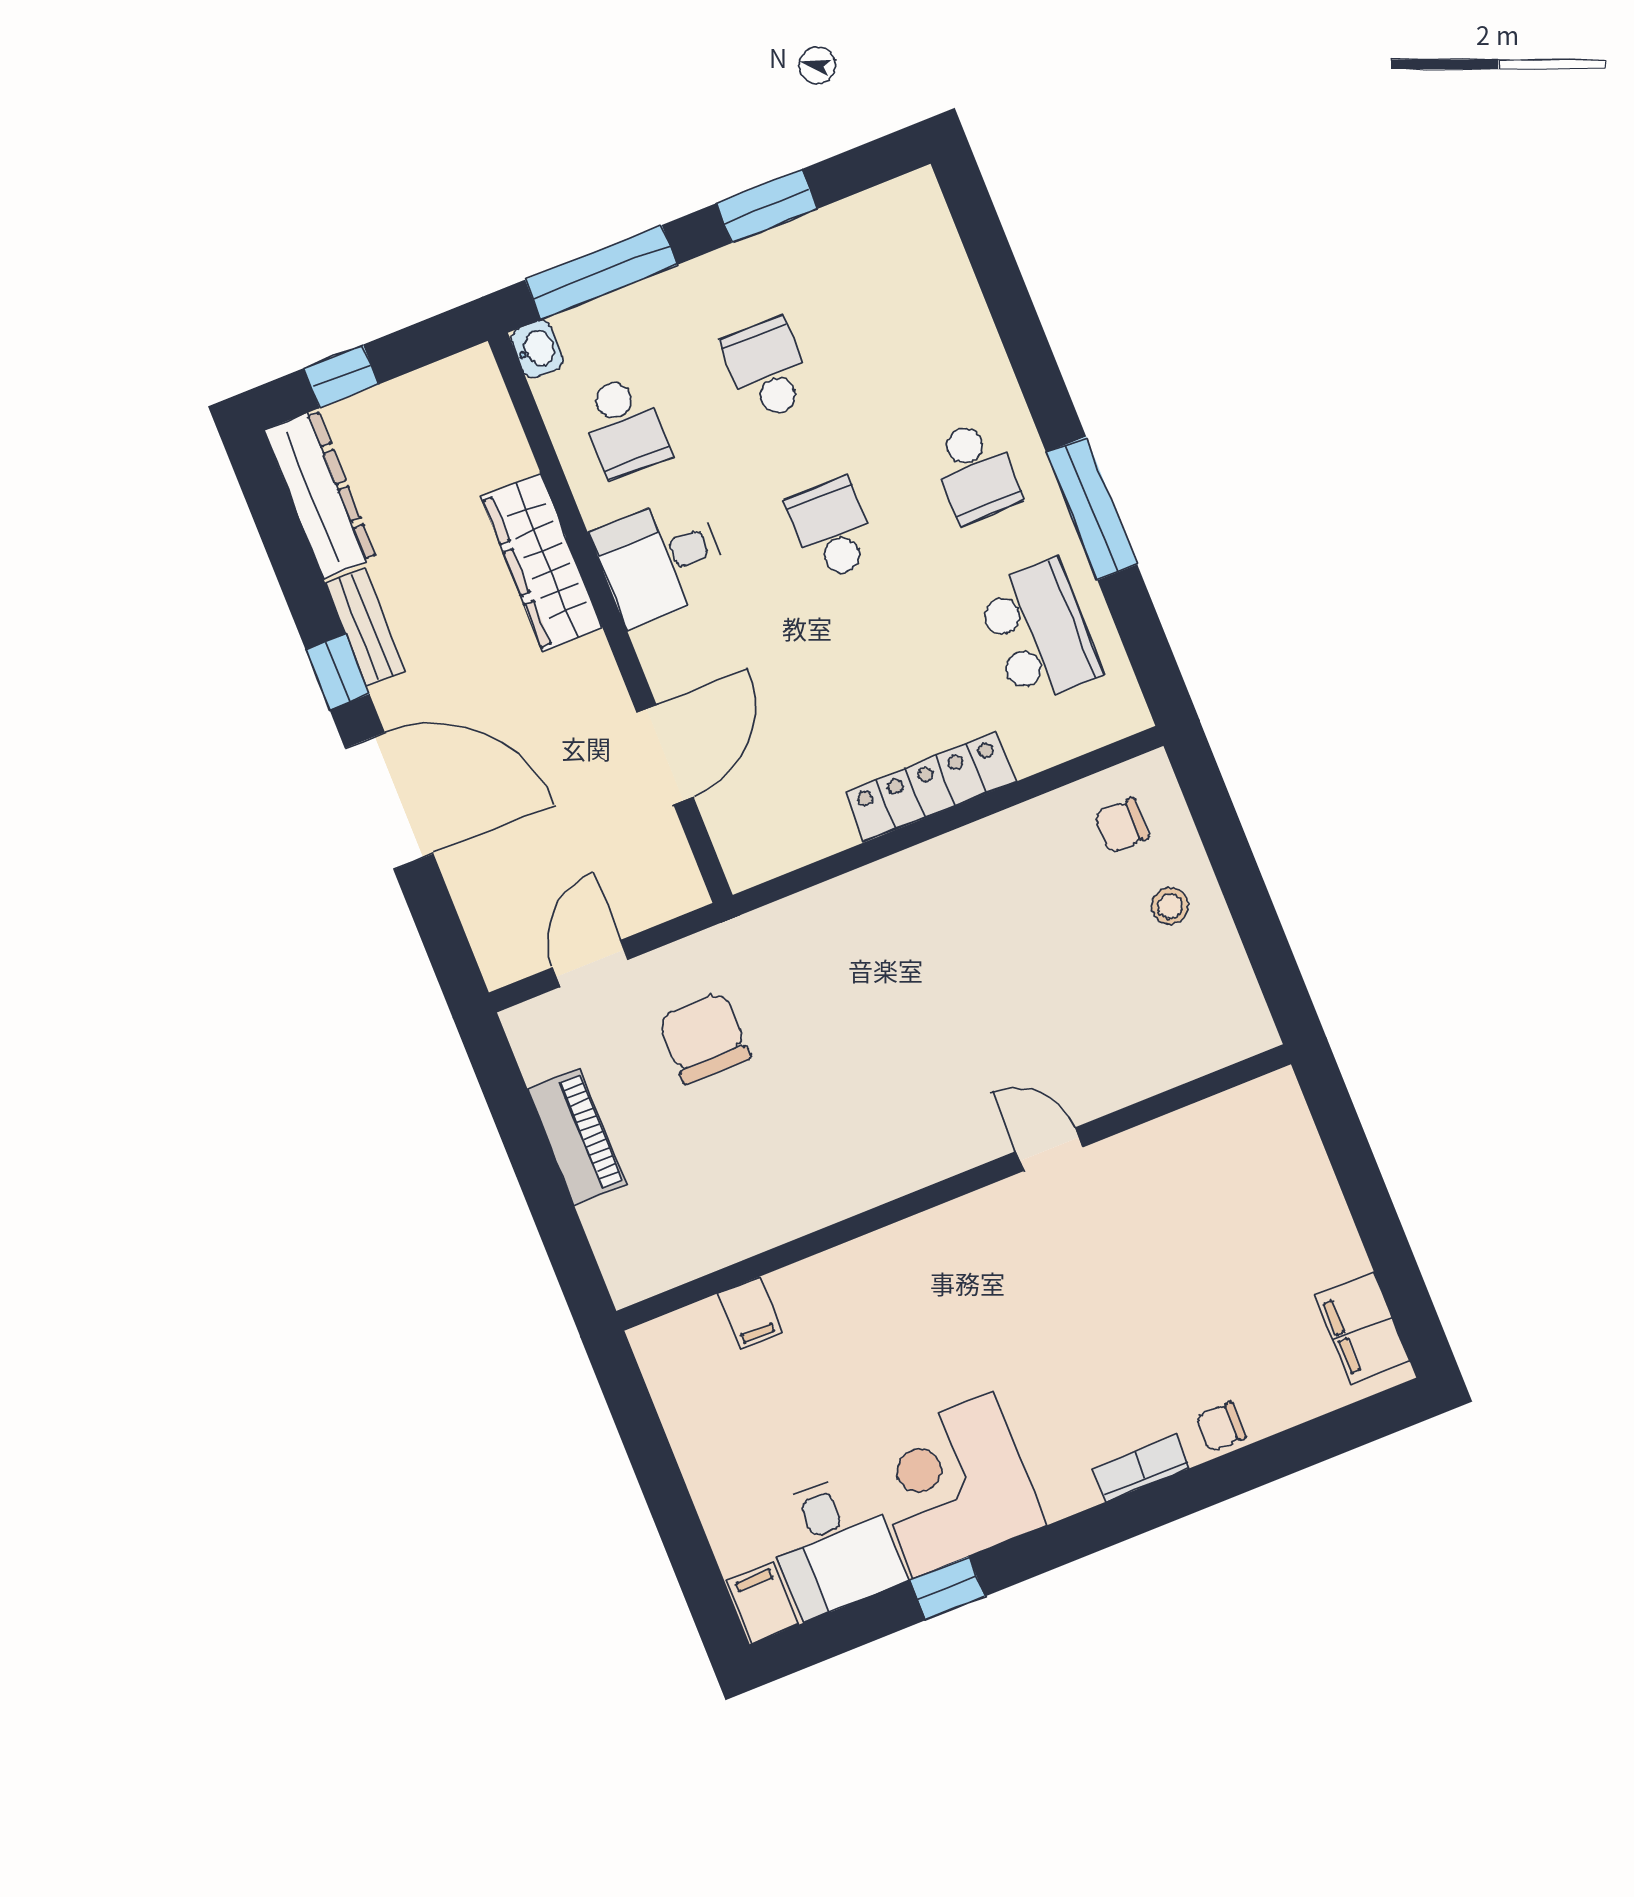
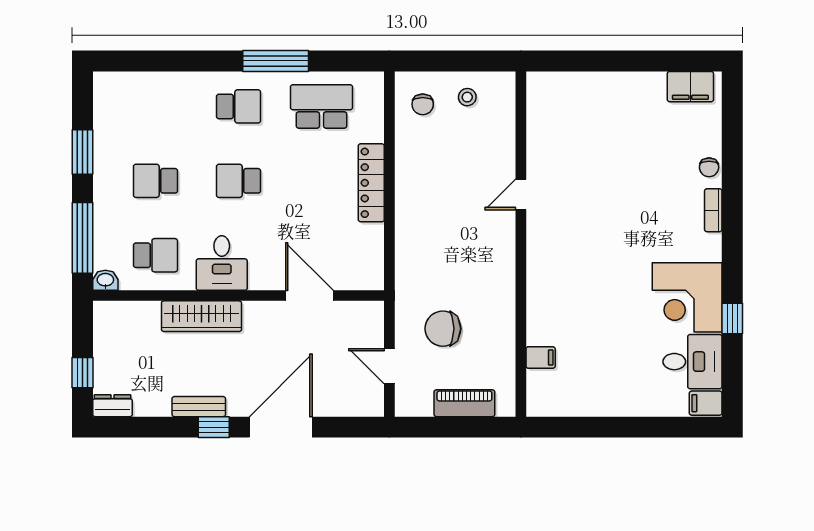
dresser: (320, 494) -> (112, 406), width x0.51, depth x0.80
door: (1049, 1149) -> (521, 194), moved
wall: (954, 1188) -> (521, 244), moved
filing cabinet: (750, 1313) -> (541, 357), moved

